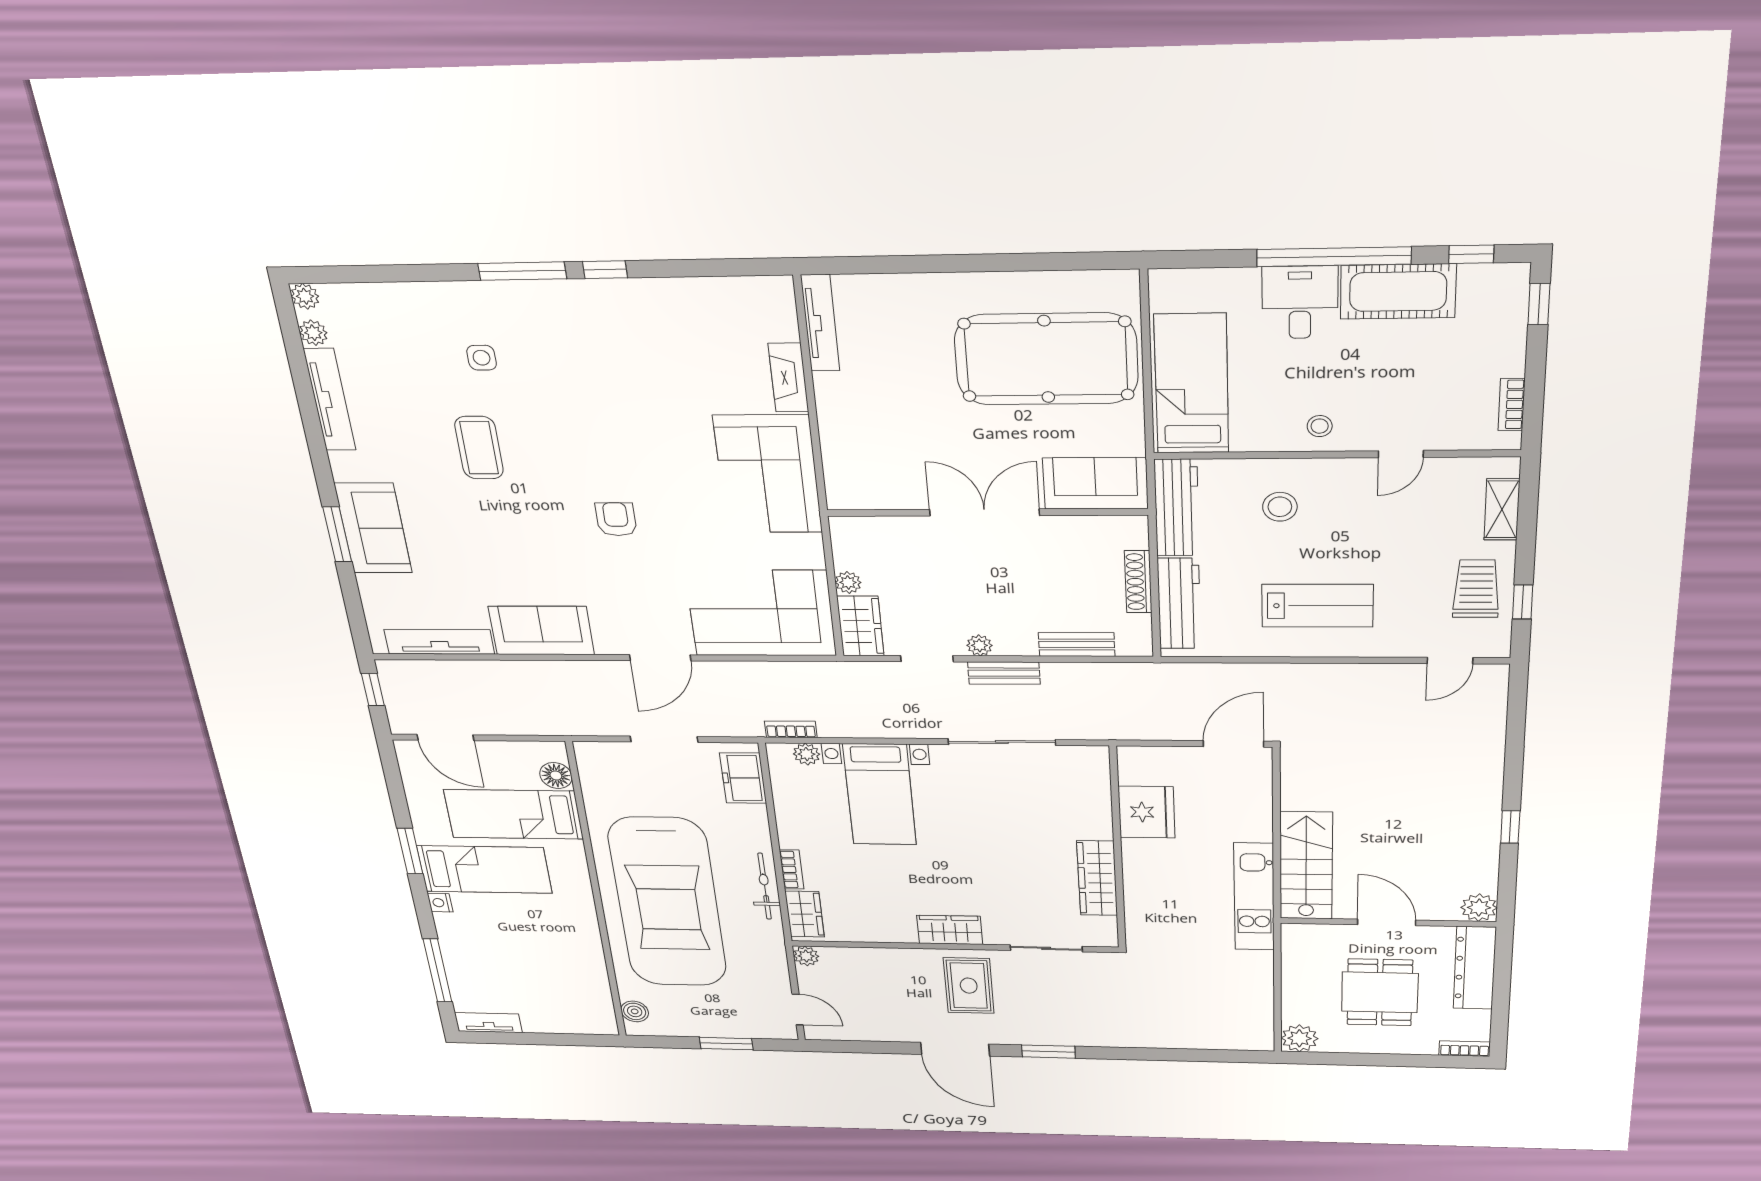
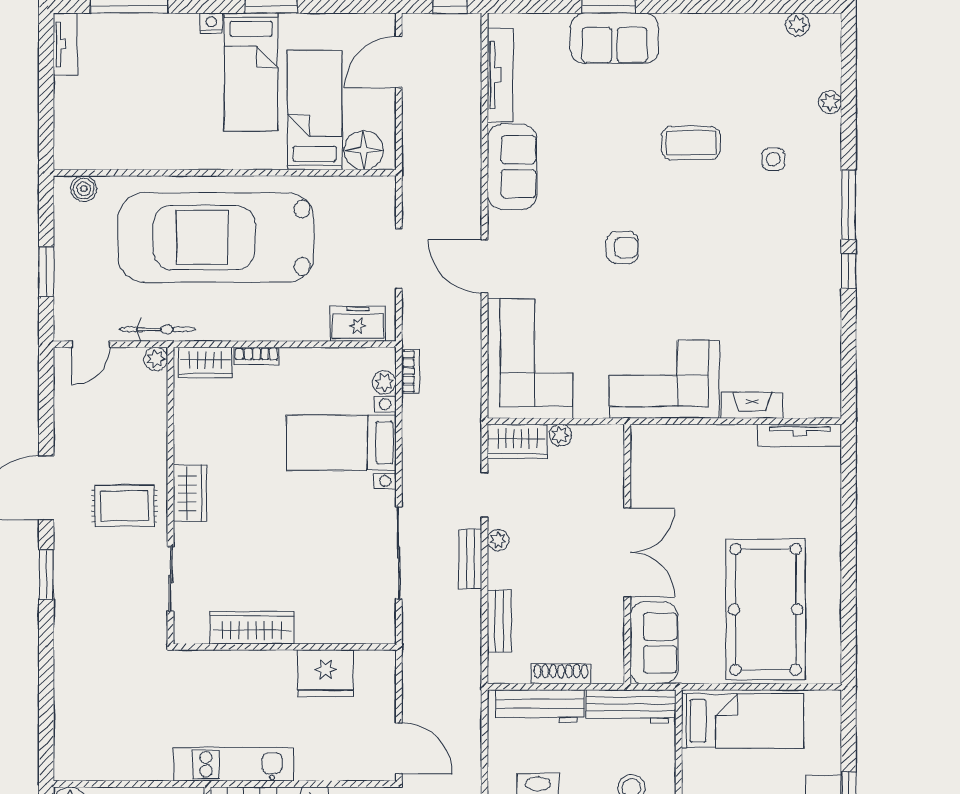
plant: (305, 296) -> (830, 102), moved
tv unit: (330, 400) -> (737, 26), removed
floor lamp: (556, 776) -> (364, 150), width x1.38, depth x1.38
bicycle: (765, 886) -> (158, 329), moved

